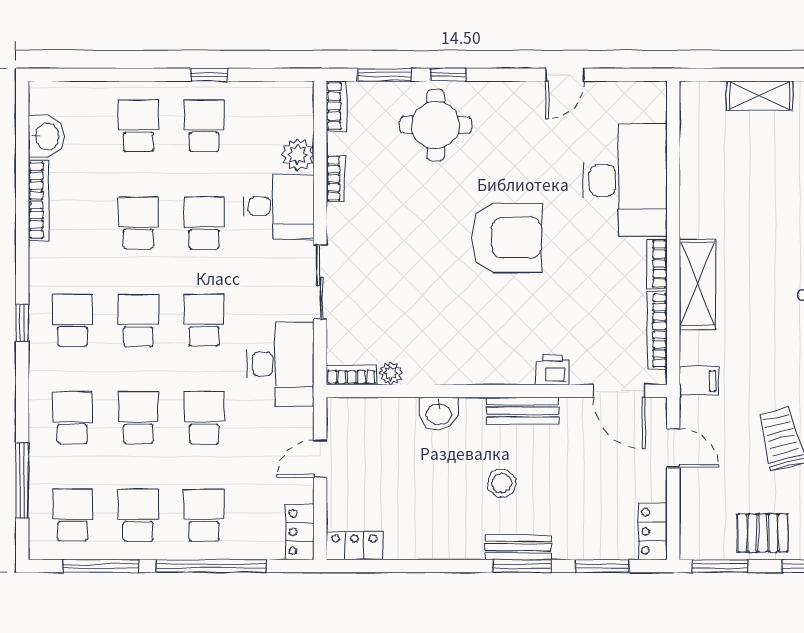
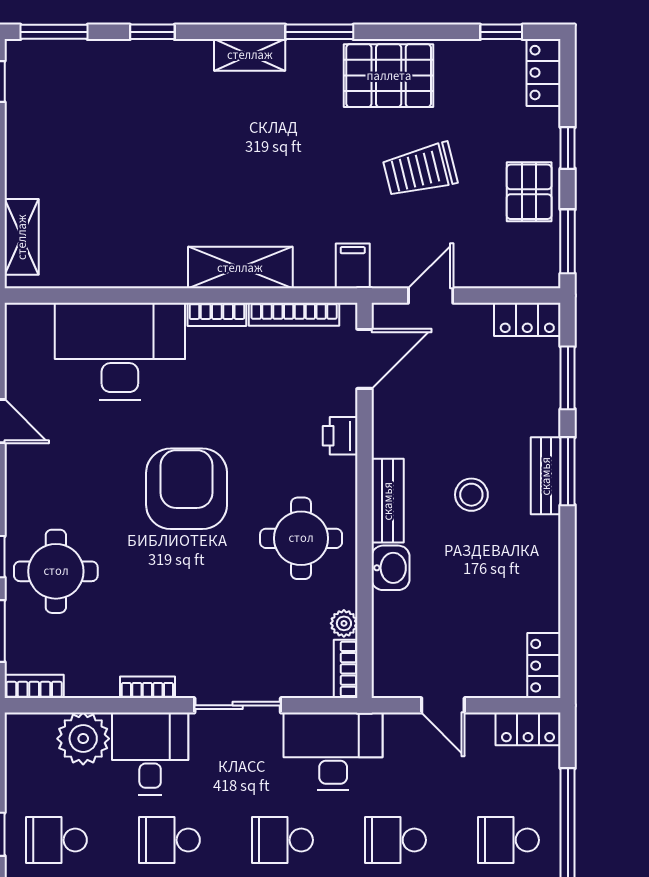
shelving: (760, 96) -> (22, 237), moved
plant: (298, 155) -> (83, 739), width x1.36, depth x1.36
bookcase: (336, 178) -> (147, 687), moved
round table: (464, 336) -> (301, 538), added
bench: (523, 411) -> (388, 501), moved

